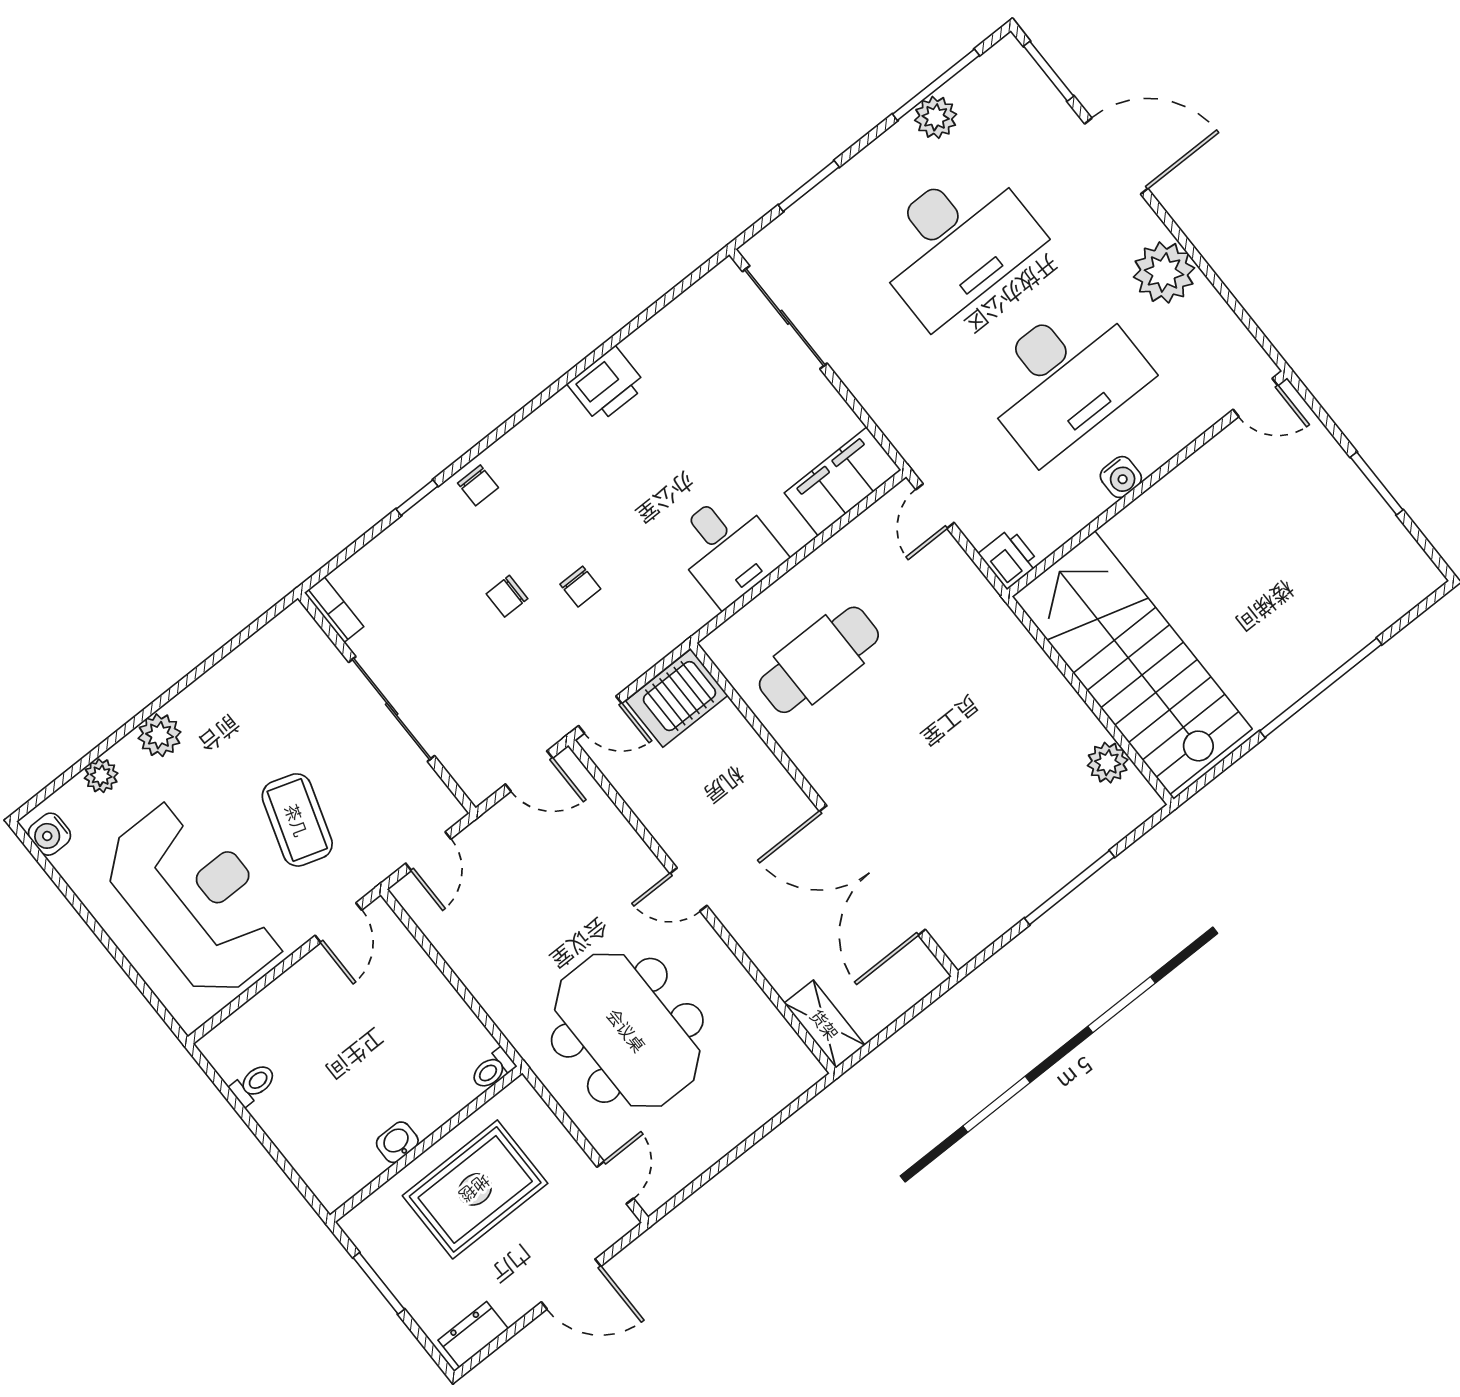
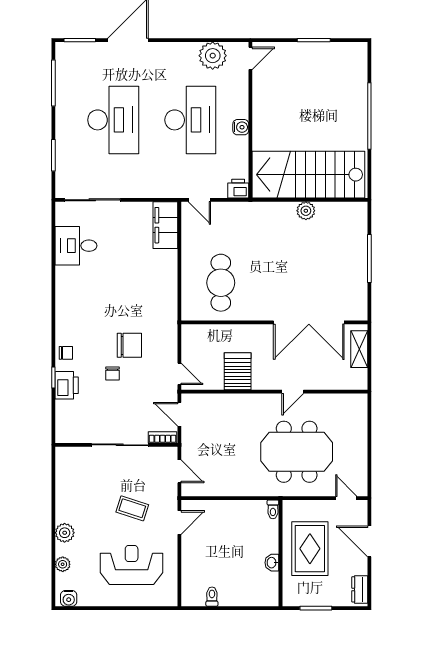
plant: (936, 117) -> (65, 92), removed
plant: (1164, 272) -> (213, 56), moved
printer: (607, 385) -> (67, 385), moved
desk: (727, 548) -> (76, 246), moved, turned 180
chair: (580, 587) -> (129, 345), width x1.87, depth x1.87
bookcase: (334, 610) -> (163, 437), moved
server rack: (677, 698) -> (238, 371), moved, turned 180
door: (600, 715) -> (179, 374), hinge flipped
plant: (1108, 763) -> (306, 211), moved
door: (529, 771) -> (179, 414), swing flipped
coffee table: (297, 820) -> (132, 508), width x0.73, depth x0.77
door: (688, 890) -> (293, 392), moved
reception desk: (197, 898) -> (132, 565), width x0.74, depth x0.77
door: (338, 923) -> (179, 522), hinge flipped
shelving: (825, 1024) -> (359, 349), moved, turned 90
door: (571, 1284) -> (369, 541), swing flipped

